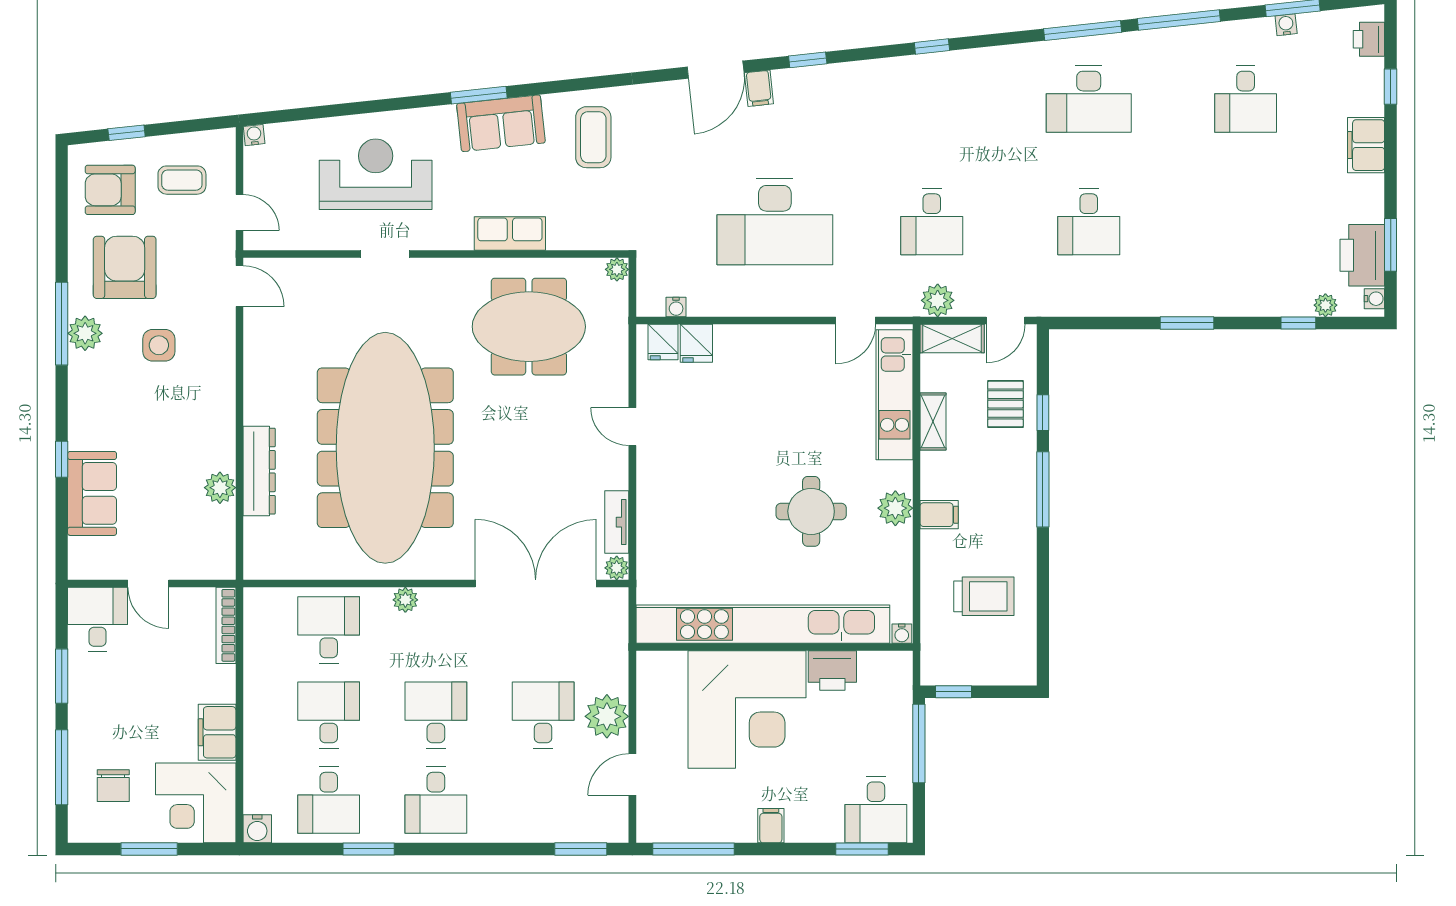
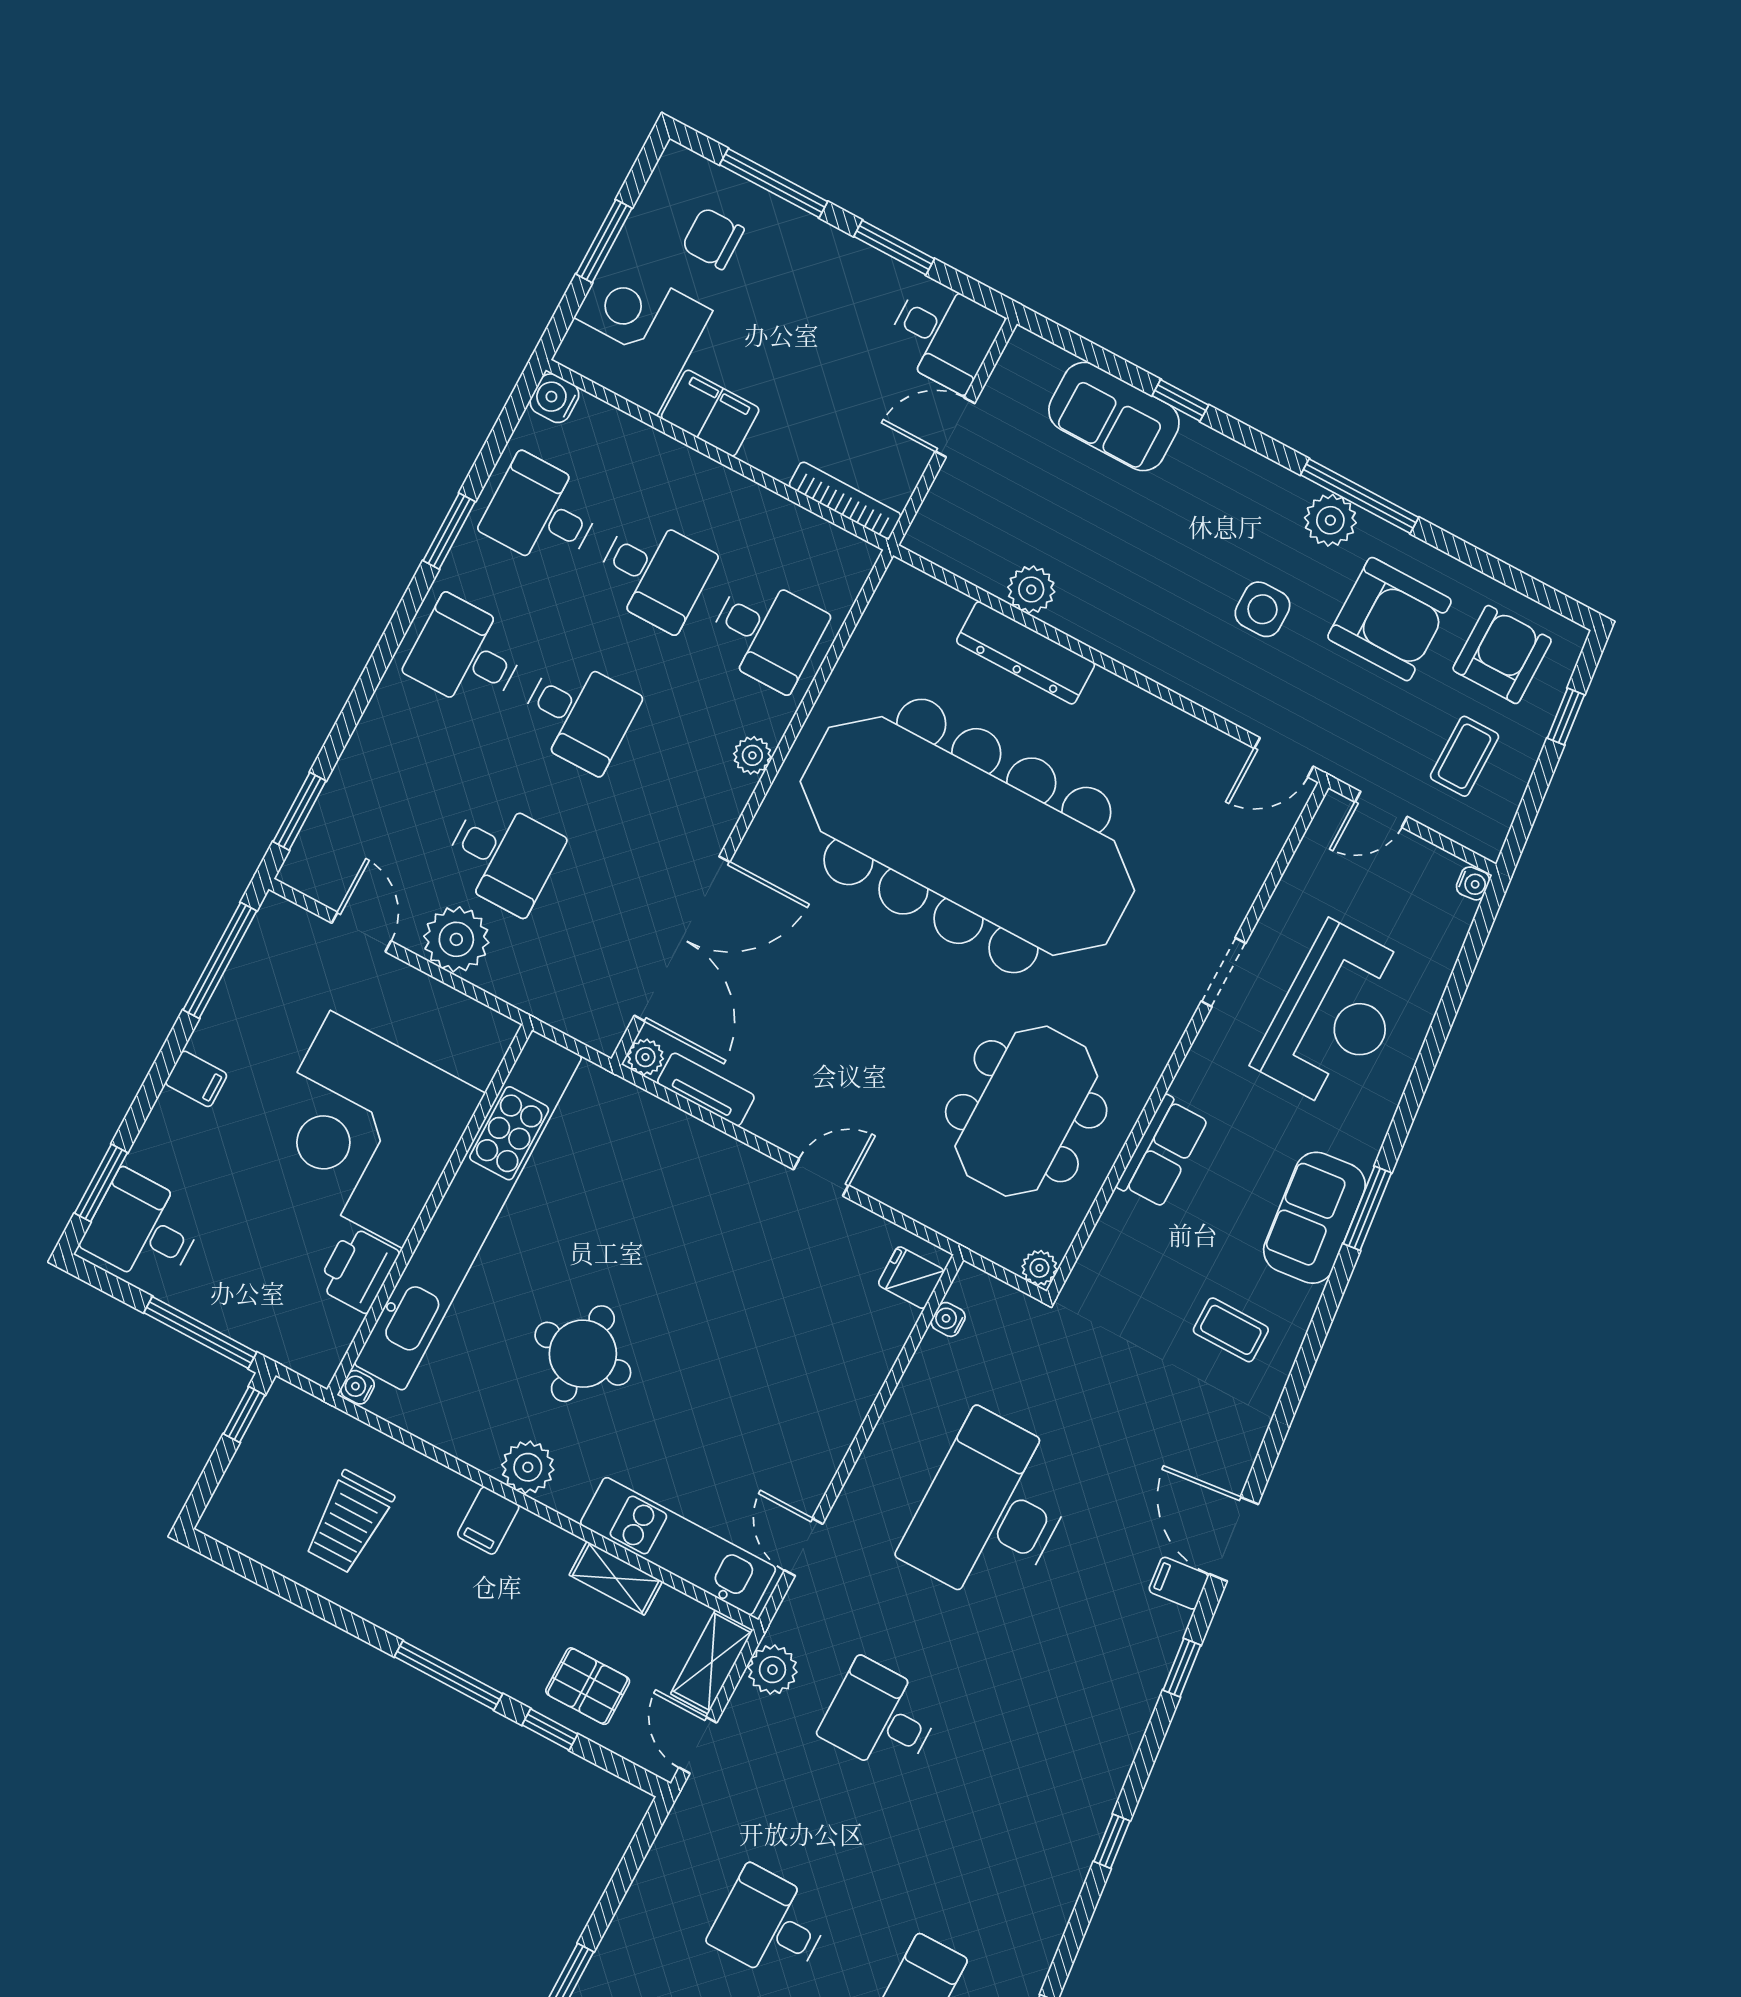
coffee table: (593, 137) -> (1231, 1330), width x0.73, depth x0.77
fridge: (696, 343) -> (886, 1321), removed

